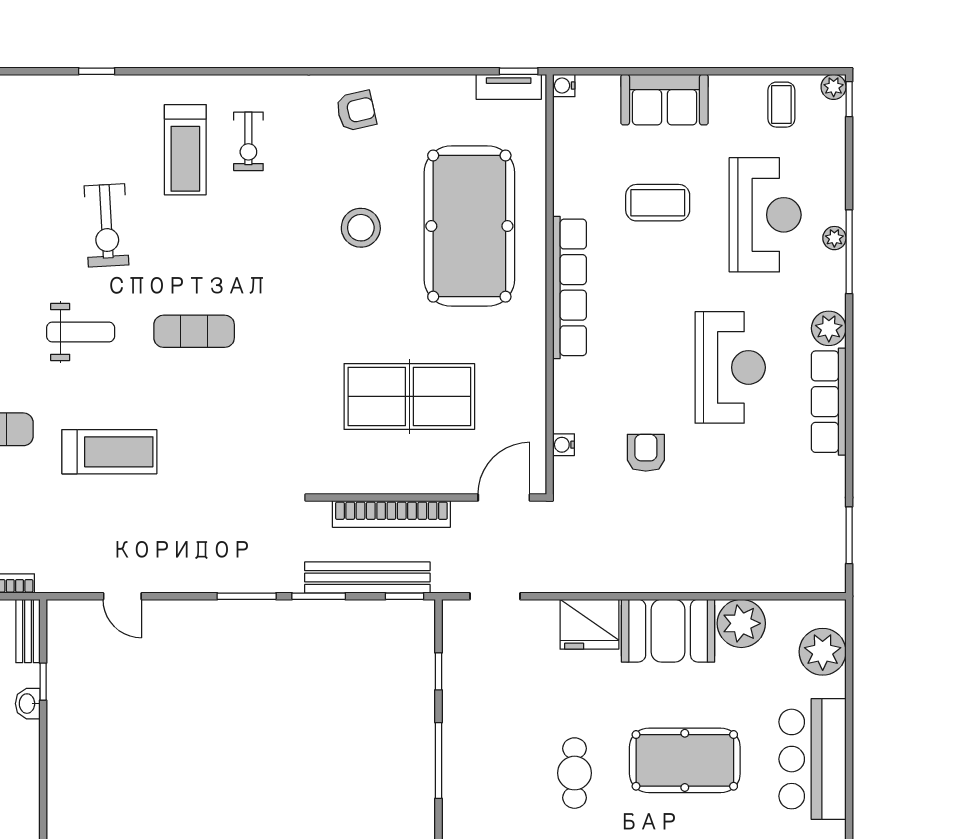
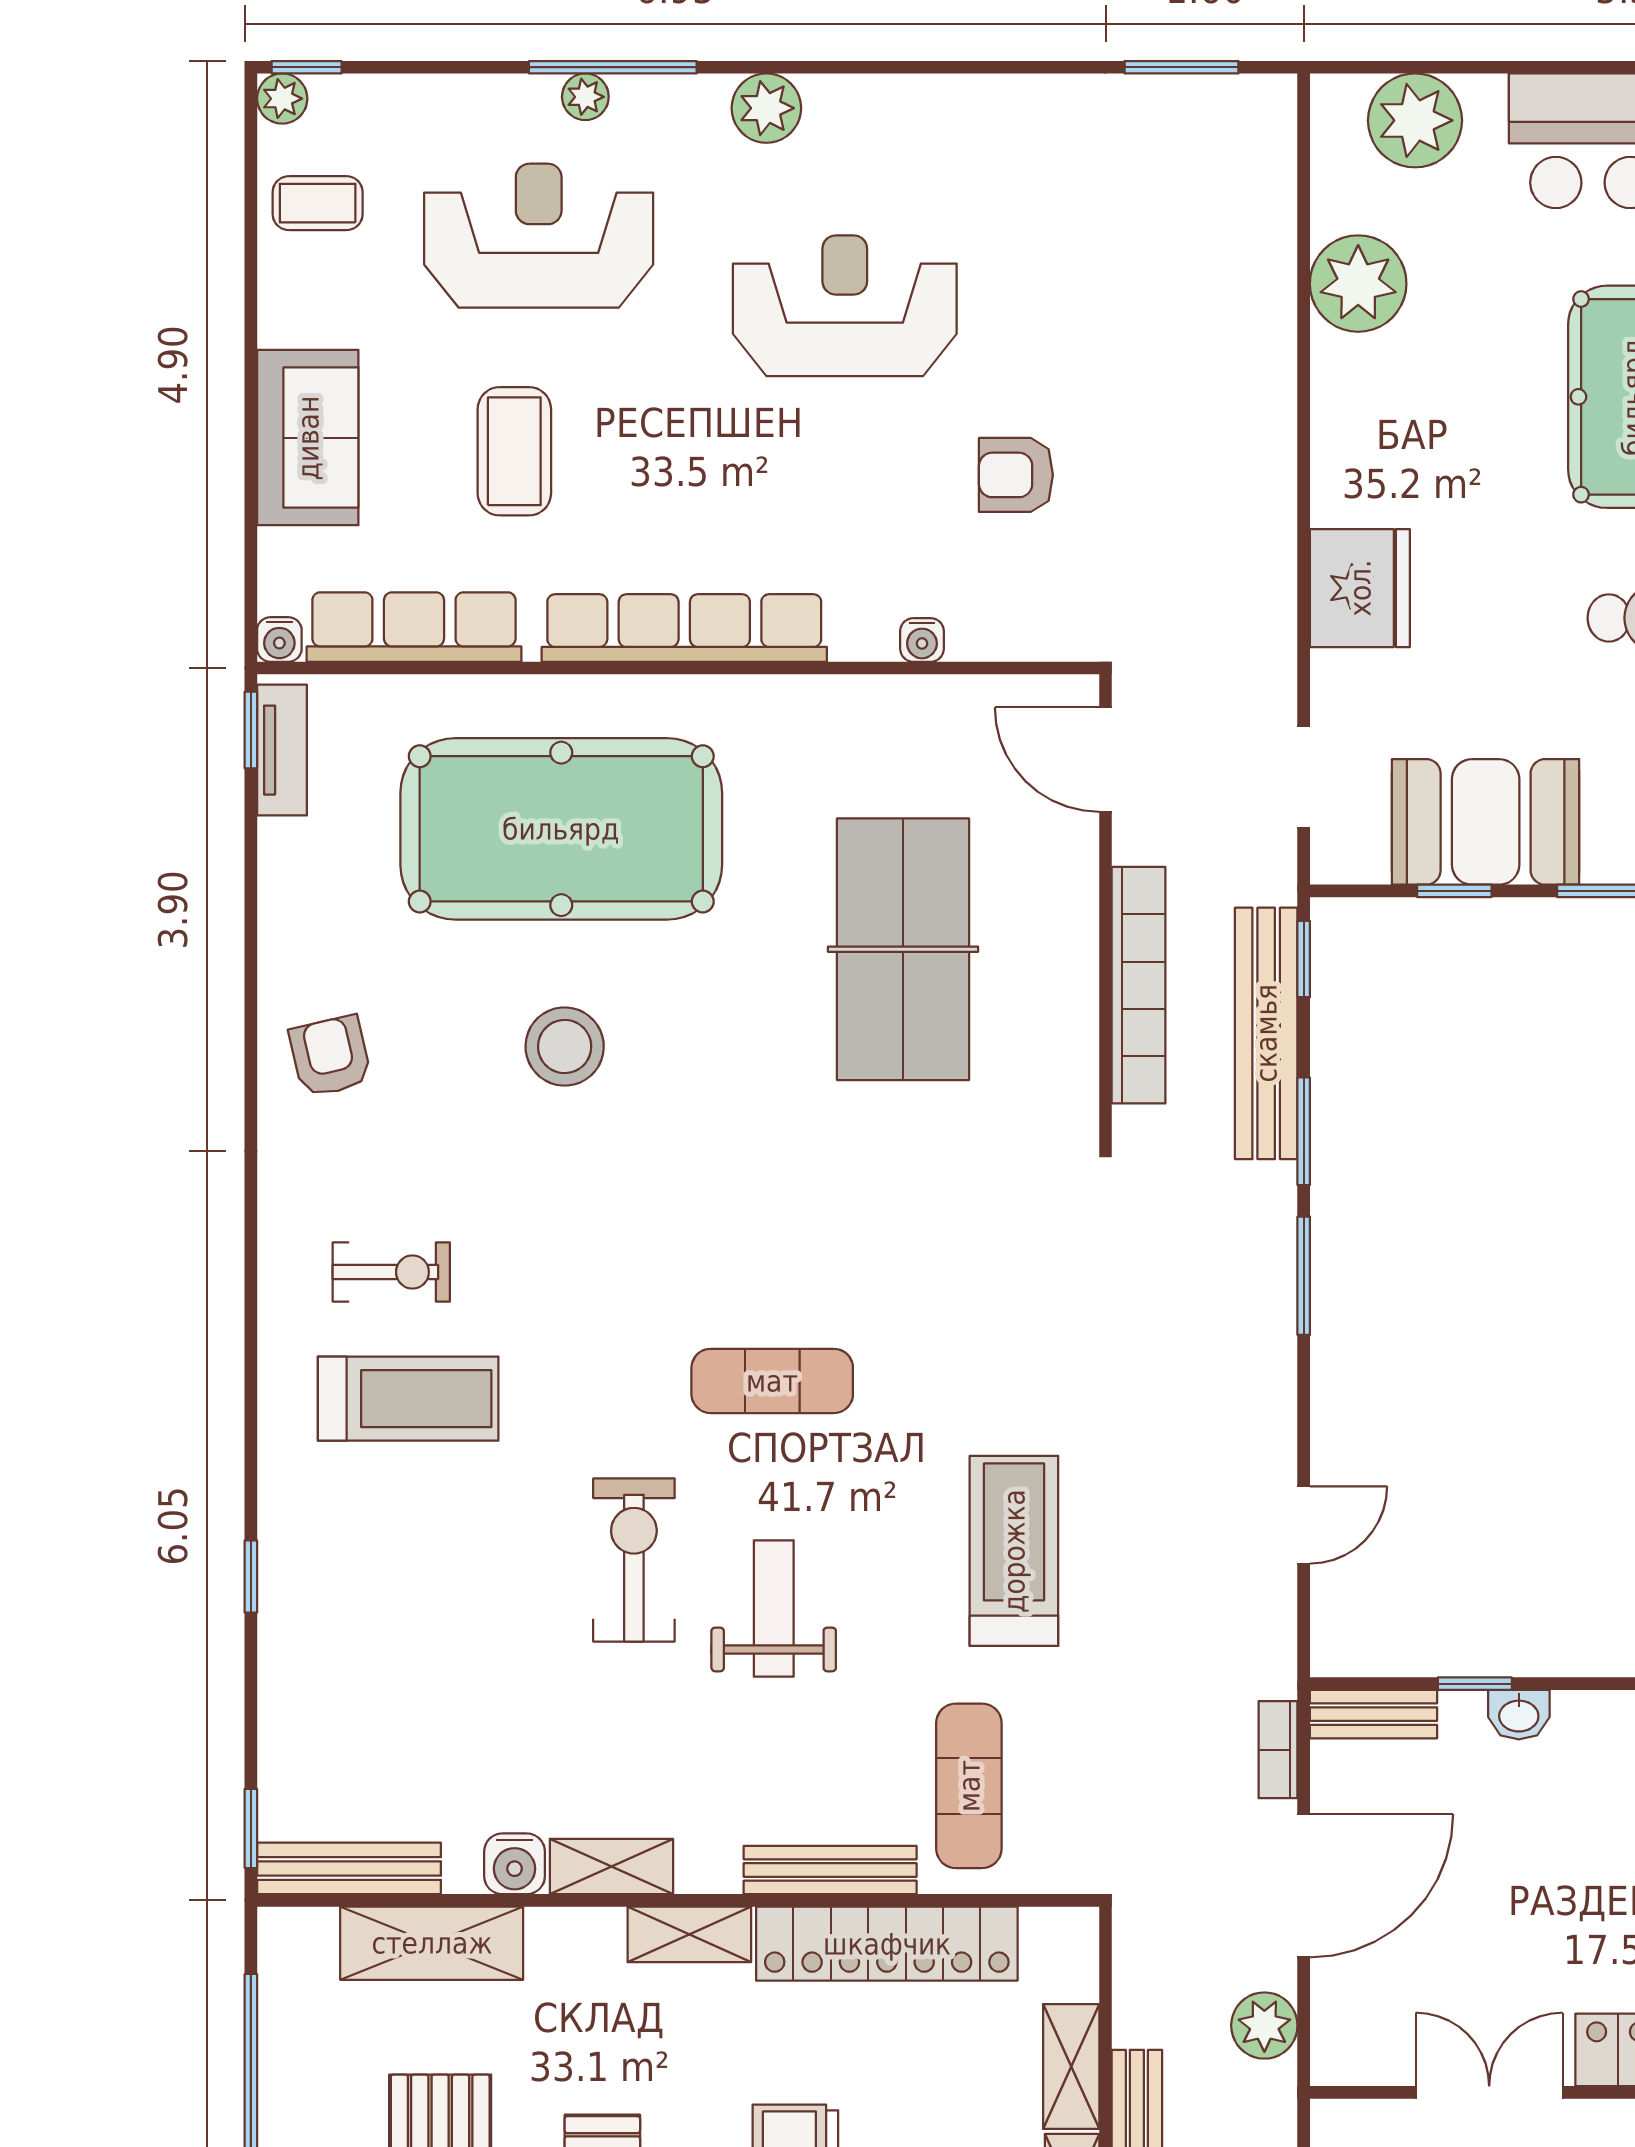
exercise bike: (106, 225) -> (634, 1560), moved, turned -87
exercise mat: (194, 331) -> (772, 1381), turned 90
row of seats: (829, 402) -> (414, 627), moved, turned 180
water cooler: (564, 445) -> (922, 640), moved
booth: (668, 631) -> (1486, 822), moved, turned 90

